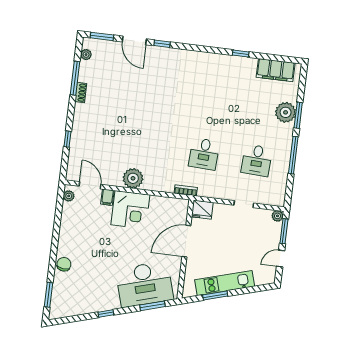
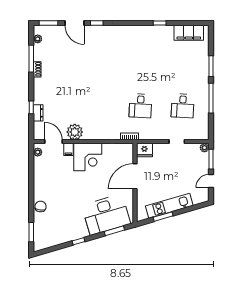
plant: (286, 112) -> (201, 65), removed
dresser: (75, 147) -> (38, 113), added
plant: (133, 178) -> (75, 132), moved

